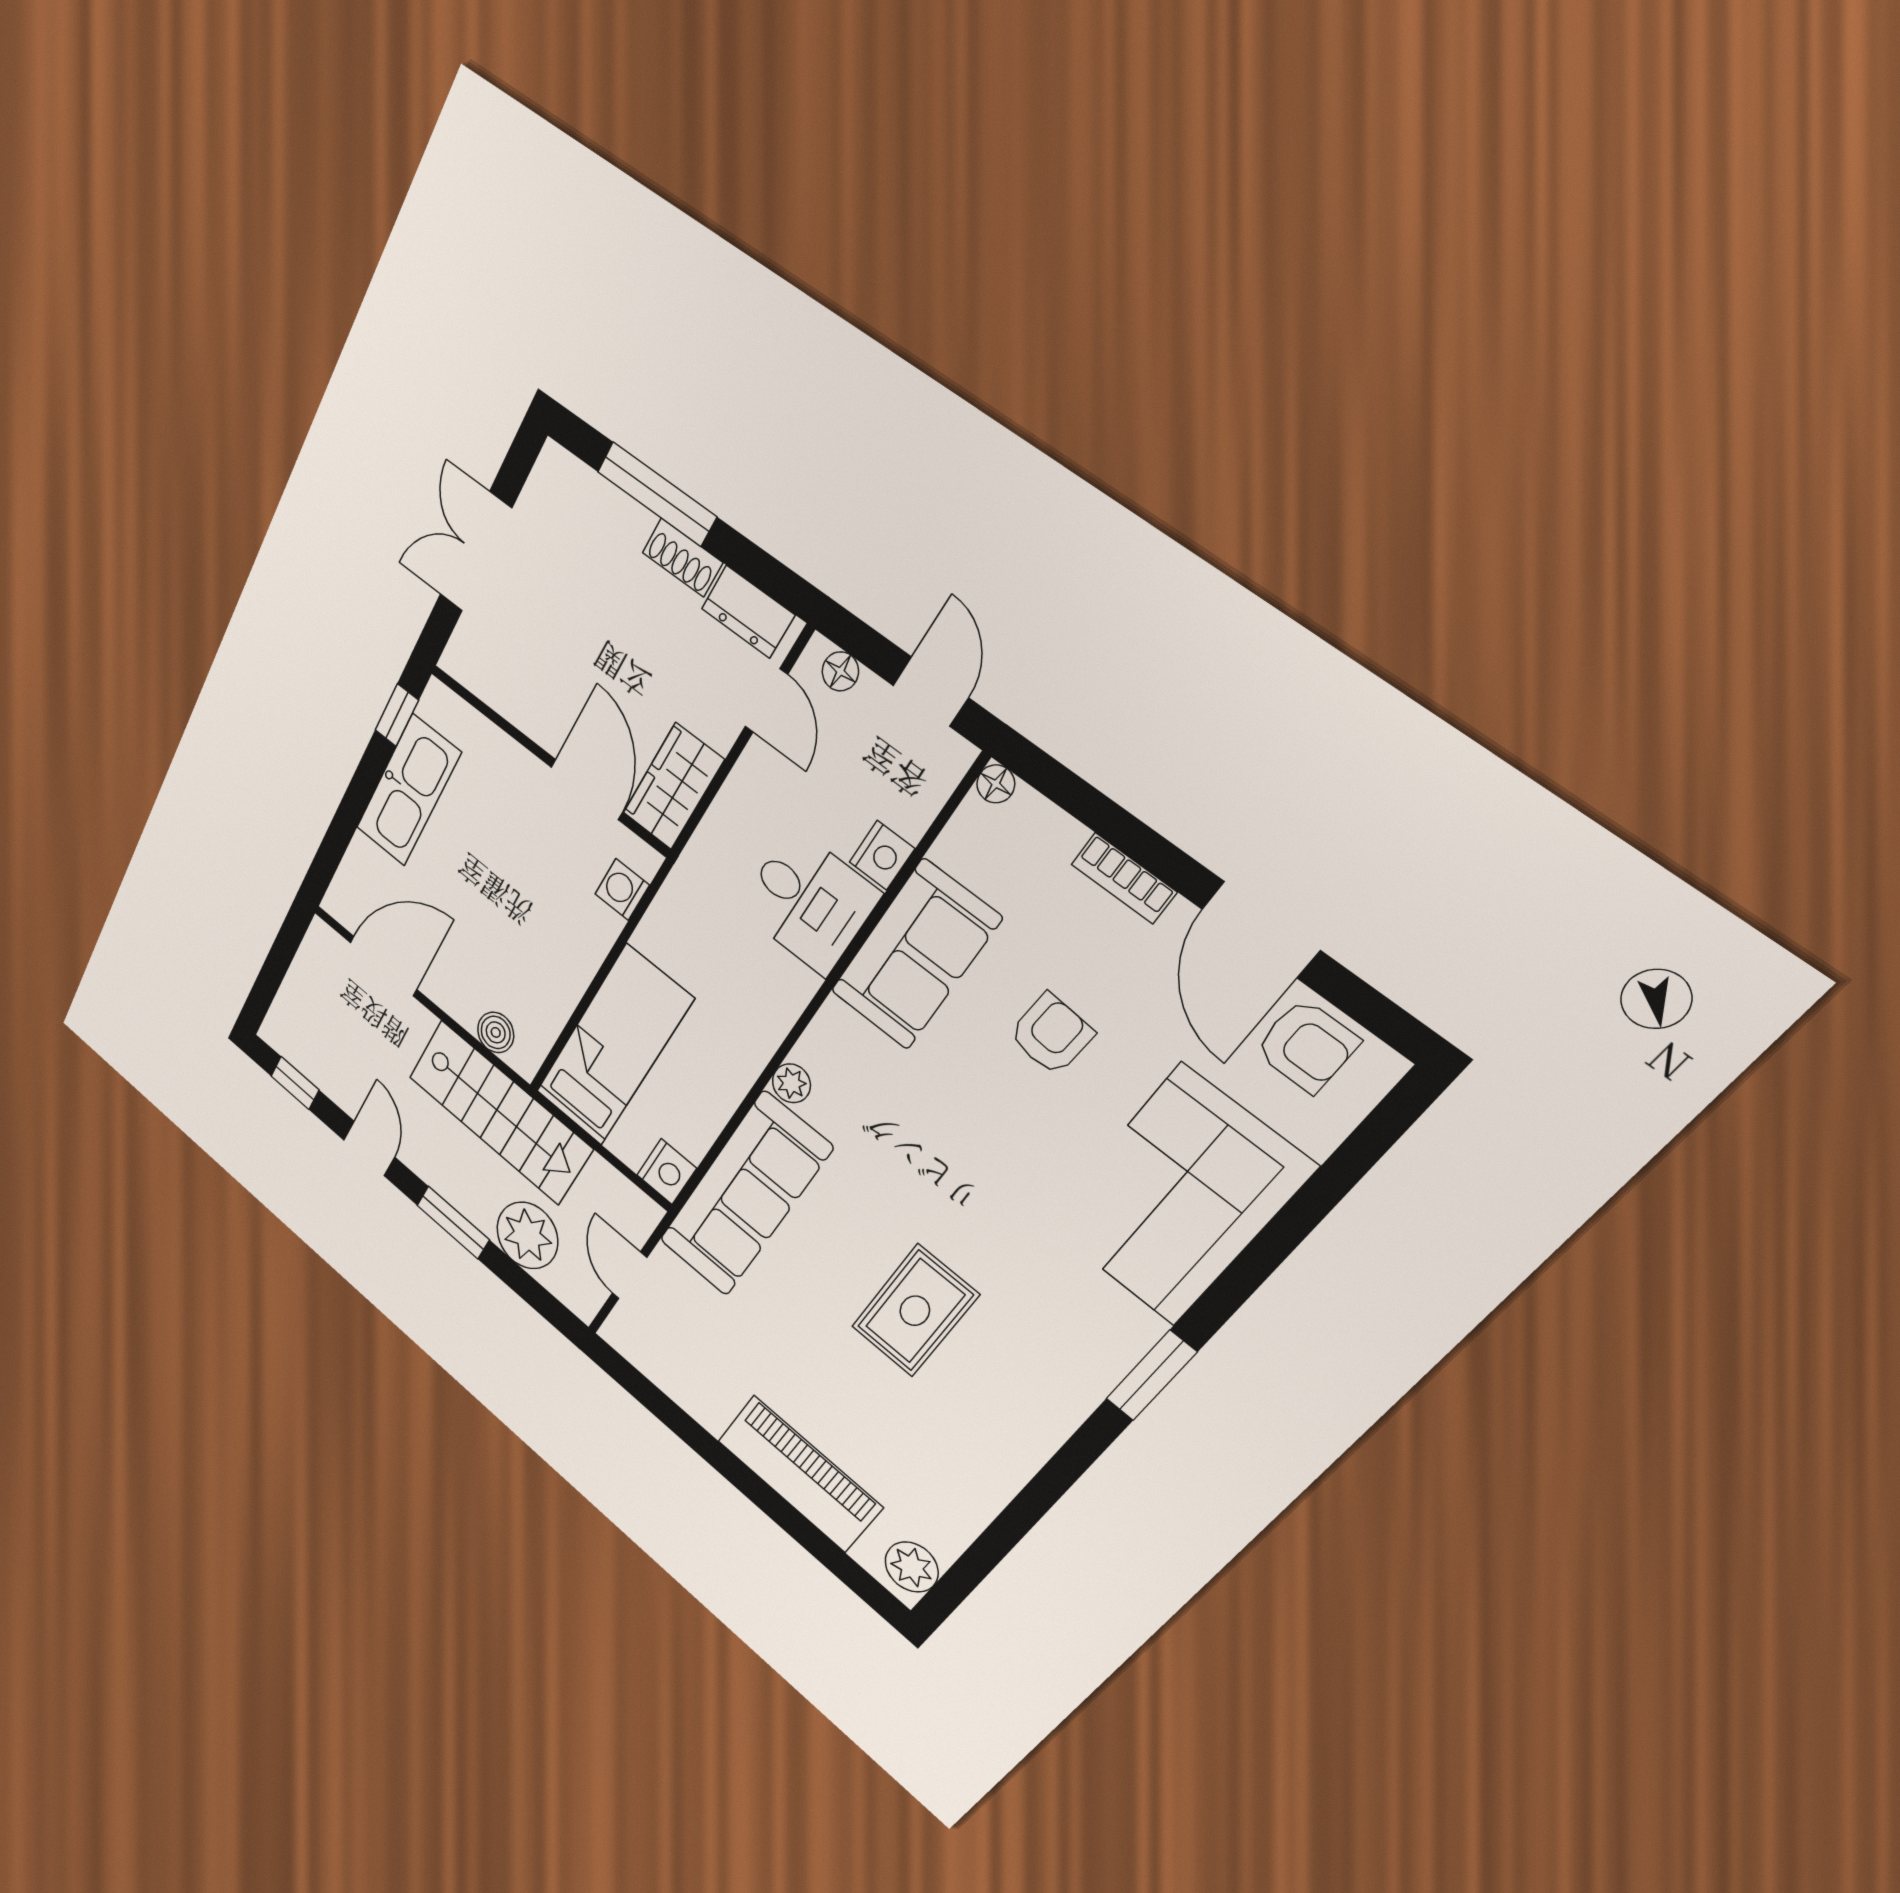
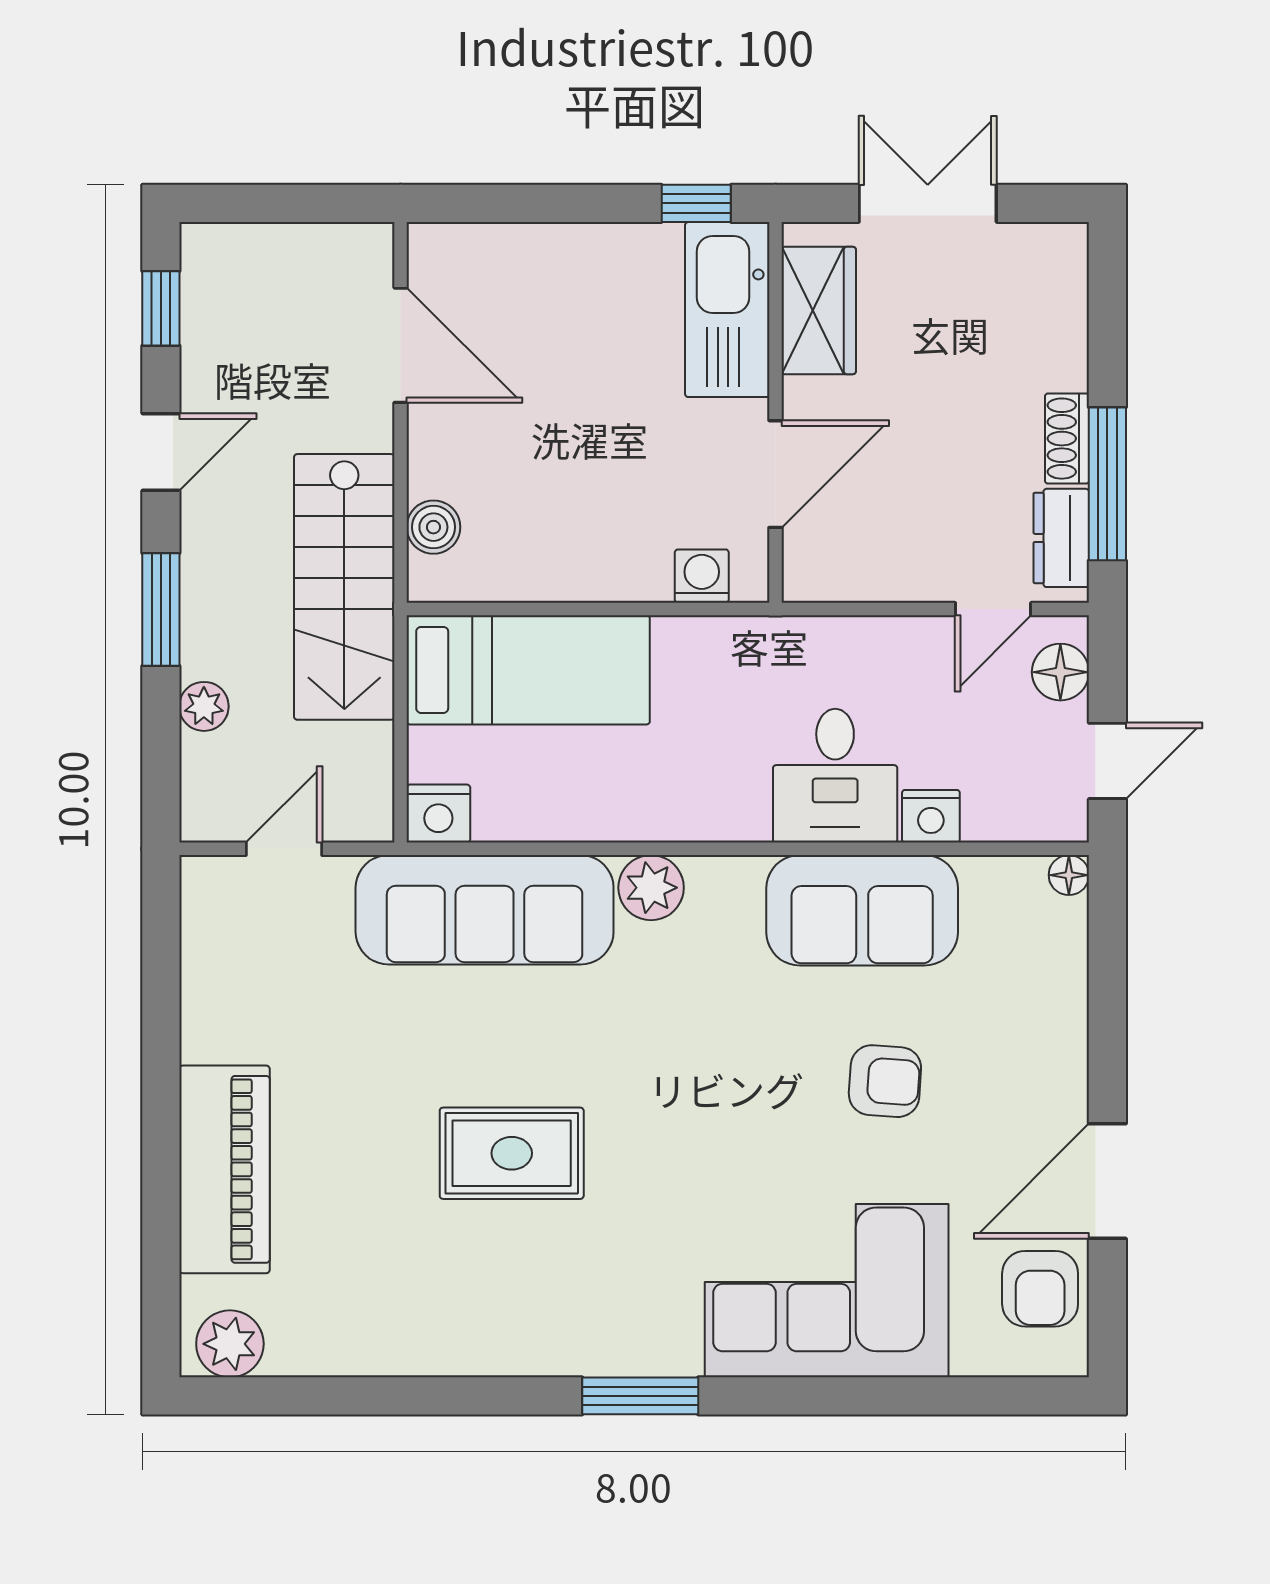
window: (657, 494) -> (1107, 484), moved
floor lamp: (840, 671) -> (1060, 672), width x1.37, depth x1.37
wardrobe: (673, 786) -> (819, 311), moved, turned 90
kitchen sink: (408, 790) -> (727, 310), moved, turned 90
bookcase: (1124, 878) -> (1068, 1042), removed
plant: (791, 1083) -> (651, 888), width x1.38, depth x1.38
plant: (527, 1235) -> (204, 706), width x0.53, depth x0.53

